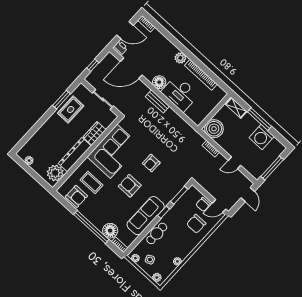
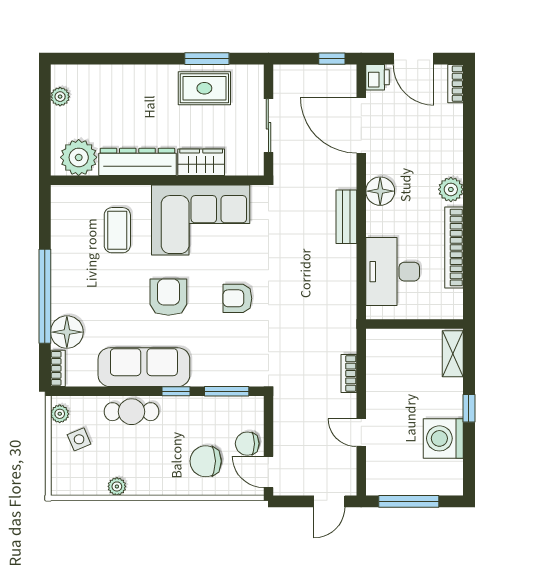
window: (93, 65) -> (332, 59), moved
desk: (180, 93) -> (393, 272), moved
window: (259, 119) -> (469, 408), width x0.46
boiler: (214, 129) -> (386, 349), removed
armchair: (76, 196) -> (72, 227), removed
plant: (157, 277) -> (61, 477), removed

